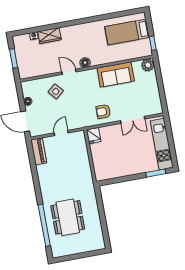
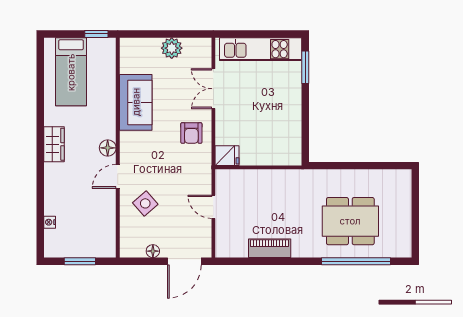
wardrobe: (49, 36) -> (54, 144), moved
plant: (148, 65) -> (172, 48), moved
double door: (133, 120) -> (213, 89), swing flipped
piano: (39, 151) -> (270, 248), moved

